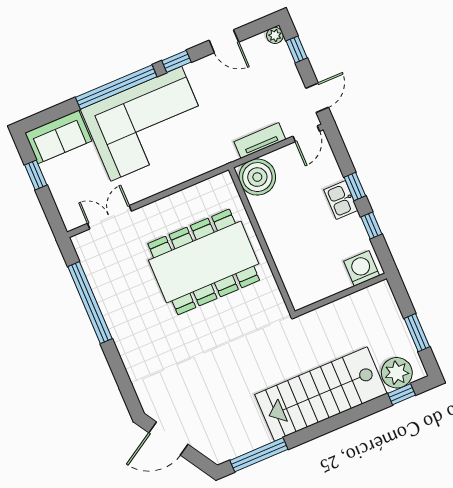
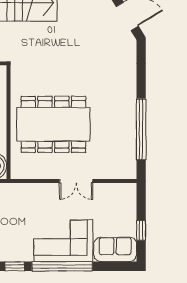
corner sofa: (146, 124) -> (63, 241), width x0.73, depth x0.74
double door: (109, 217) -> (76, 181), moved

